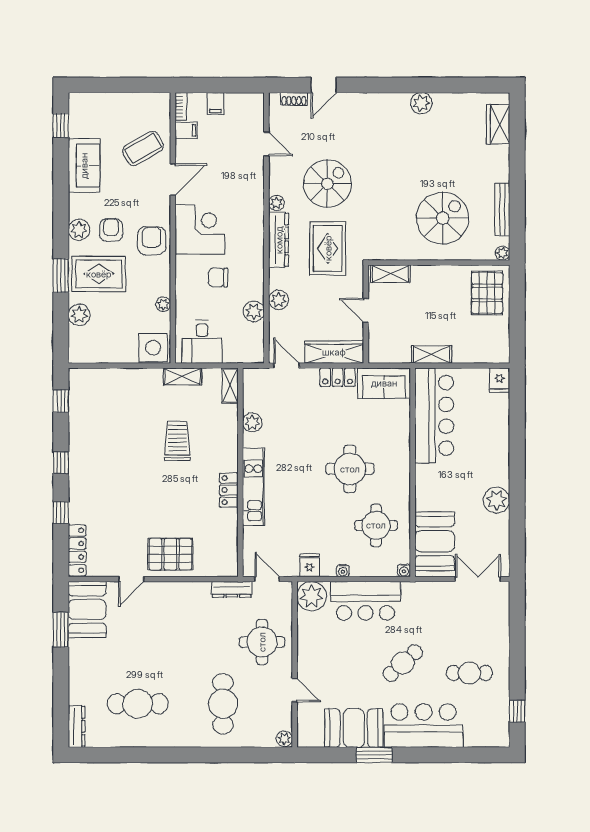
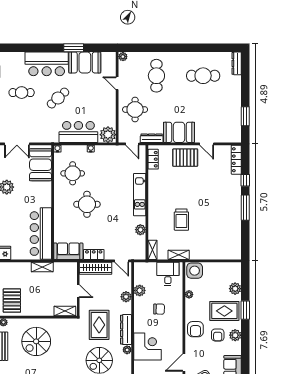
corner desk: (200, 229) -> (147, 347), moved, turned 180
window: (61, 401) -> (245, 241), removed
window: (61, 463) -> (245, 208), width x2.17
locker: (229, 490) -> (153, 159), moved
fridge: (310, 565) -> (109, 151), removed
door: (131, 579) -> (207, 144), swing flipped
booth: (87, 610) -> (179, 132), moved, turned 90

